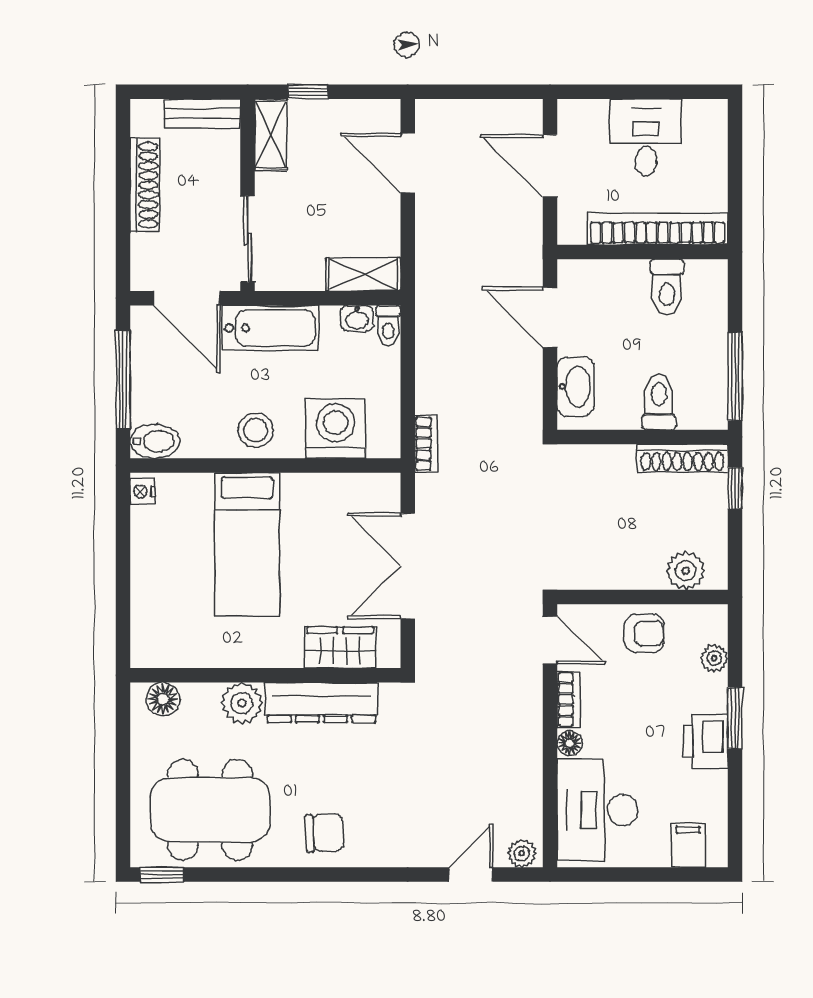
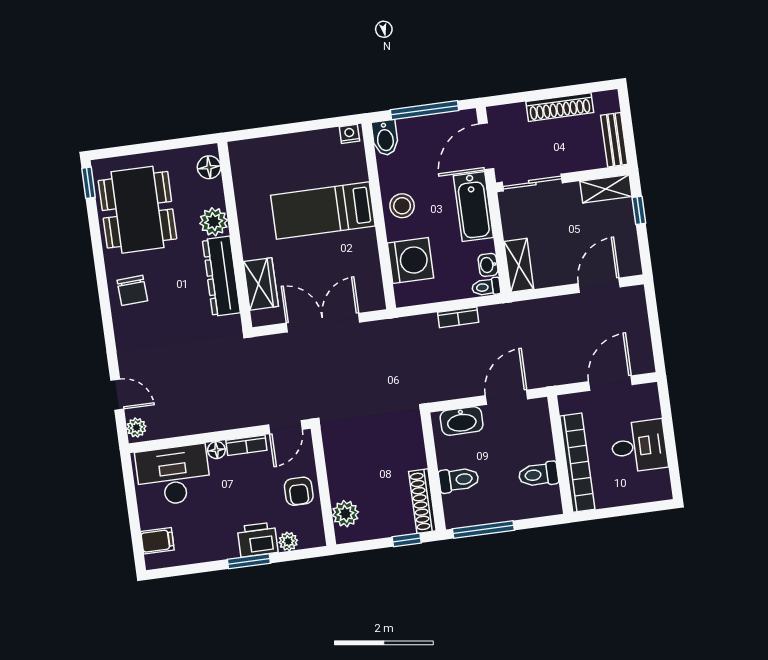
bookcase: (426, 444) -> (458, 317), moved
printer: (706, 741) -> (258, 540), moved

